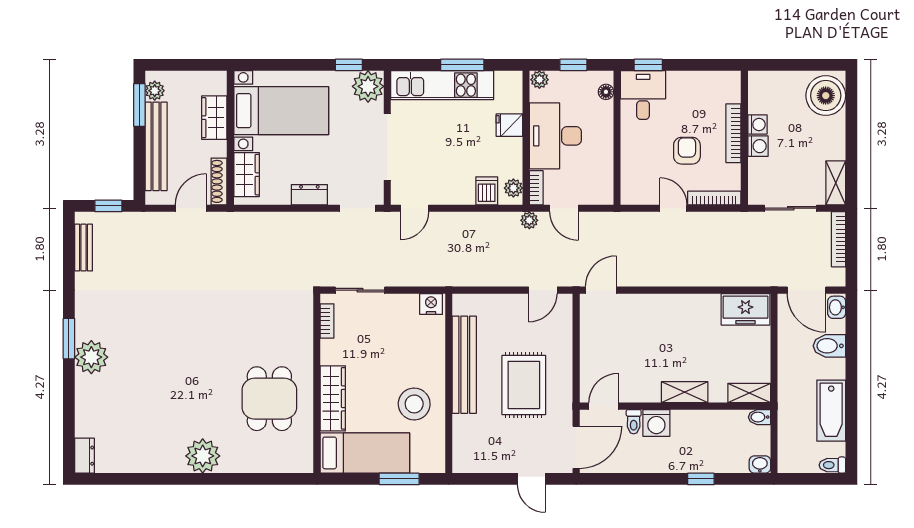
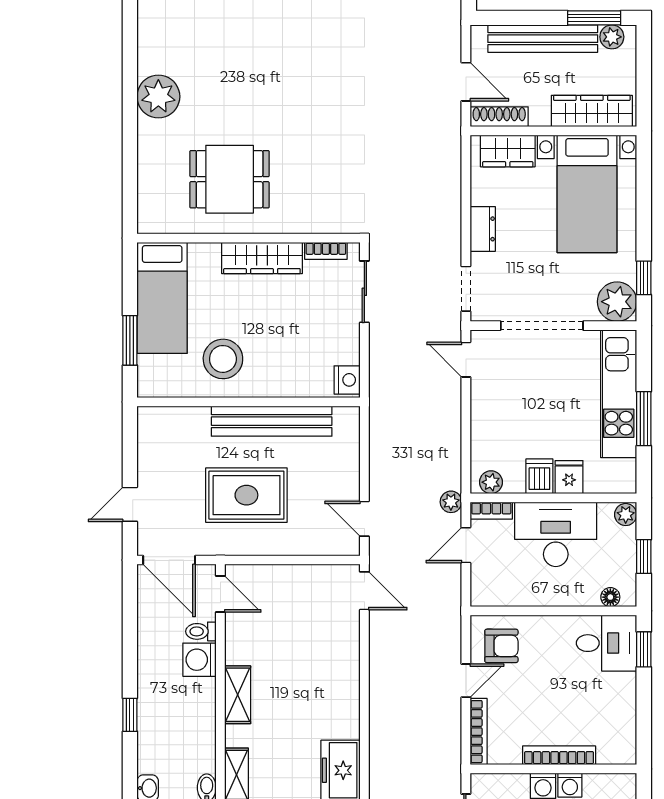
wardrobe: (214, 118) -> (592, 111), width x1.50
armchair: (687, 151) -> (501, 646), moved
dishwasher: (487, 191) -> (539, 476), moved, turned -90
wardrobe: (333, 398) -> (262, 258), moved

